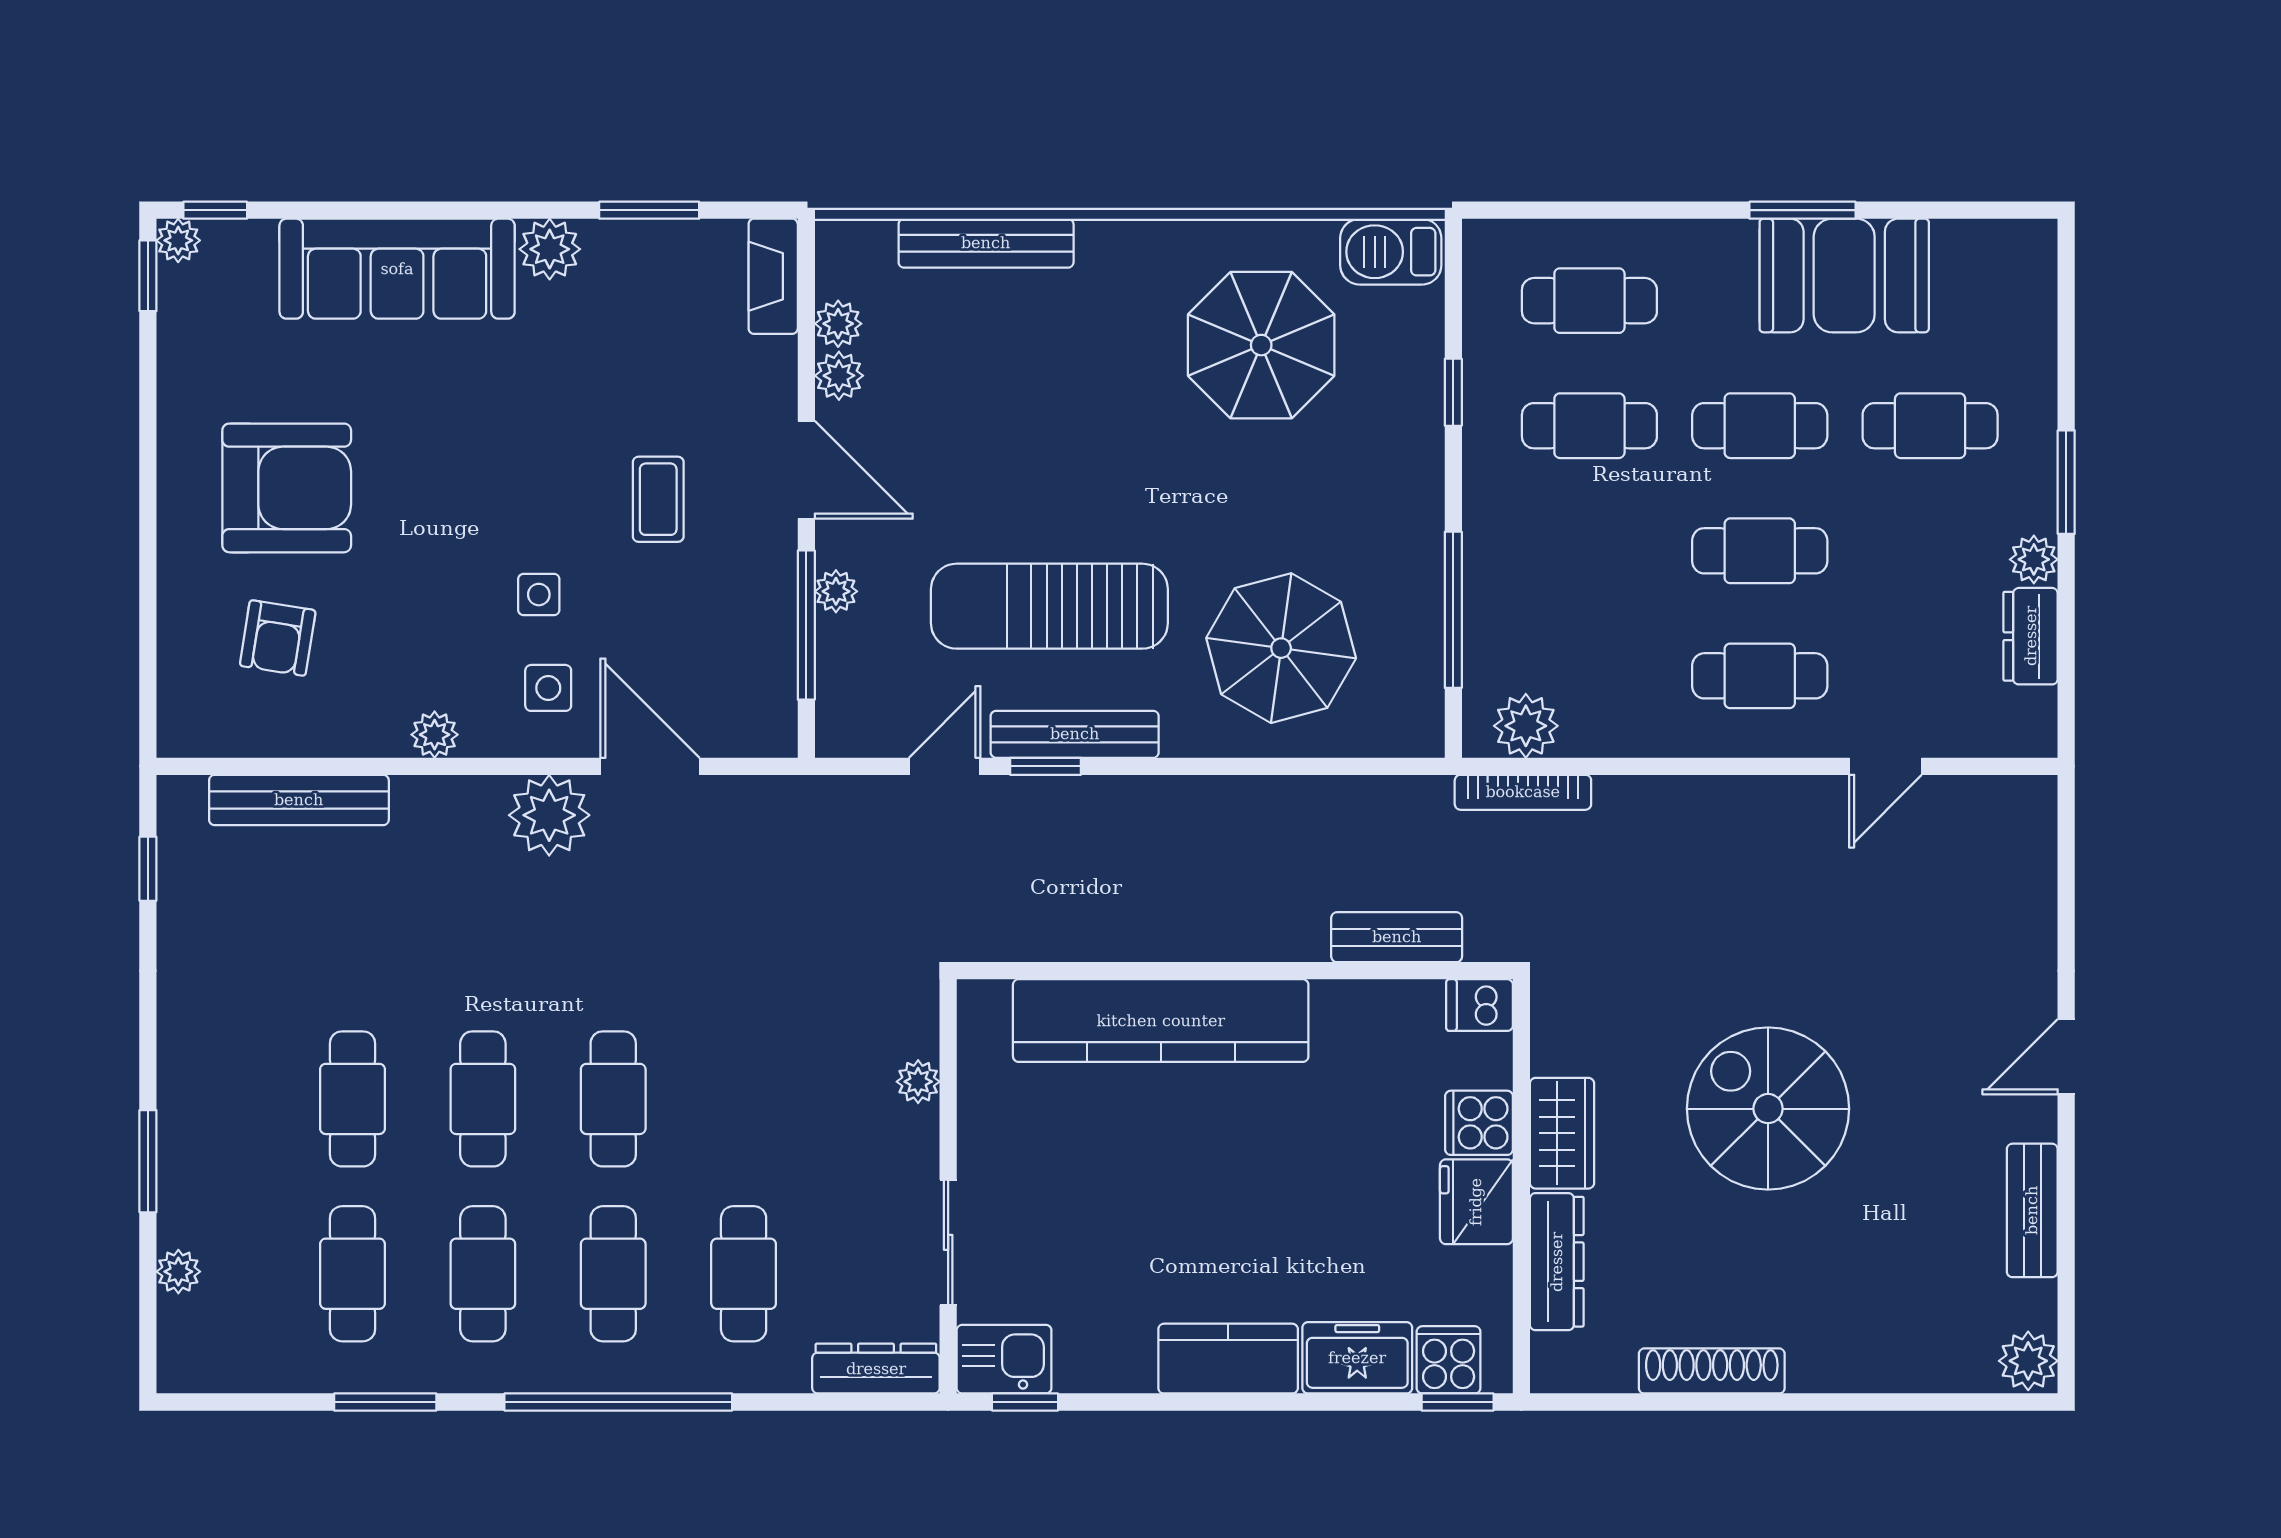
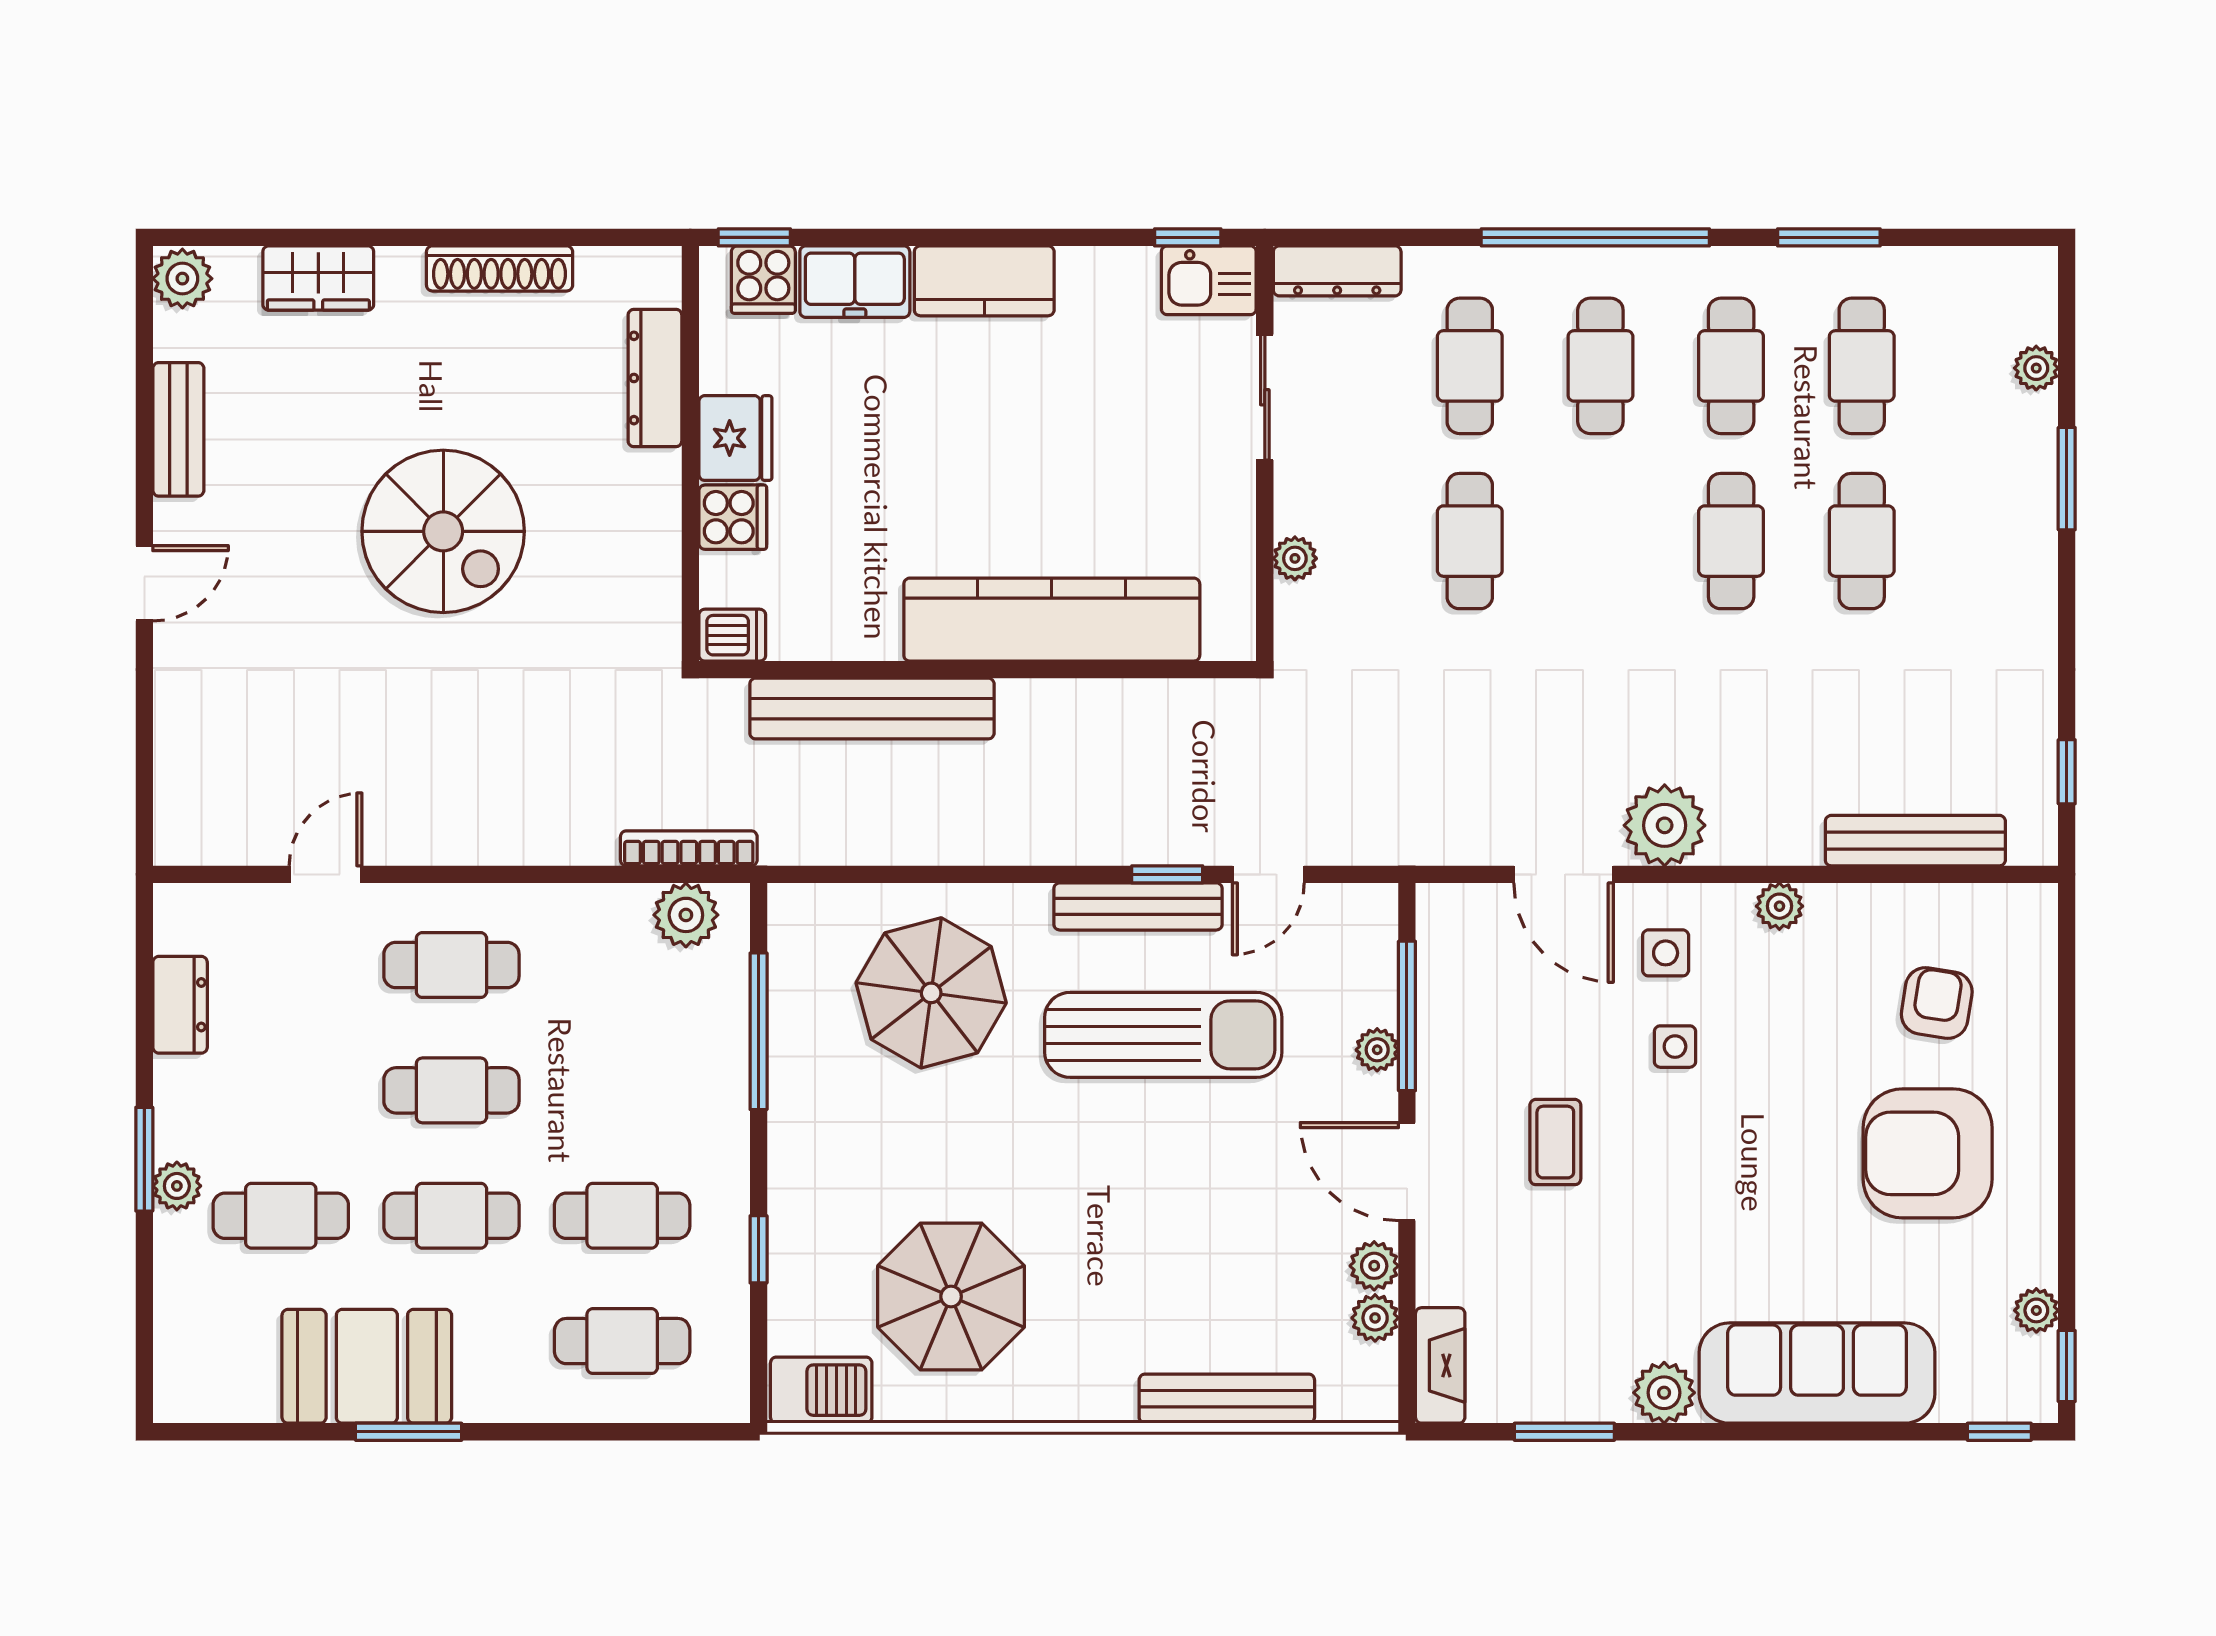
plant: (178, 240) -> (2036, 1310), moved
plant: (2034, 559) -> (177, 1186), moved
bench: (1397, 937) -> (872, 709), width x1.86, depth x1.21
cafe table: (613, 1099) -> (1470, 541), moved
wardrobe: (1562, 1133) -> (318, 278), moved, turned -90

